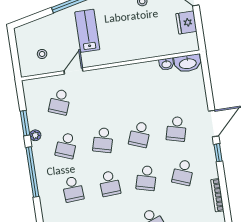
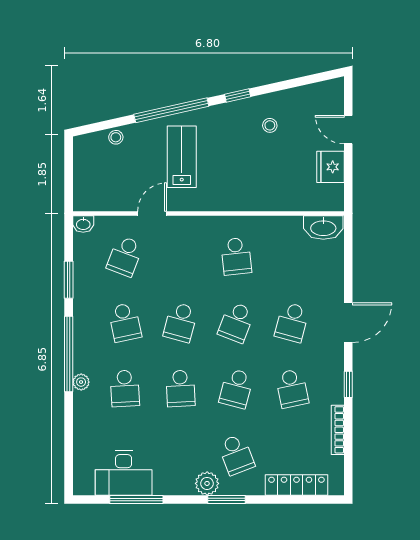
stool: (42, 54) -> (116, 137), moved
washbasin: (166, 64) -> (83, 224), moved
school desk: (133, 91) -> (236, 256), added
plant: (35, 135) -> (81, 382), moved
school desk: (66, 146) -> (125, 322), turned -33
window: (218, 153) -> (348, 384), moved
school desk: (183, 172) -> (292, 388), turned -33

